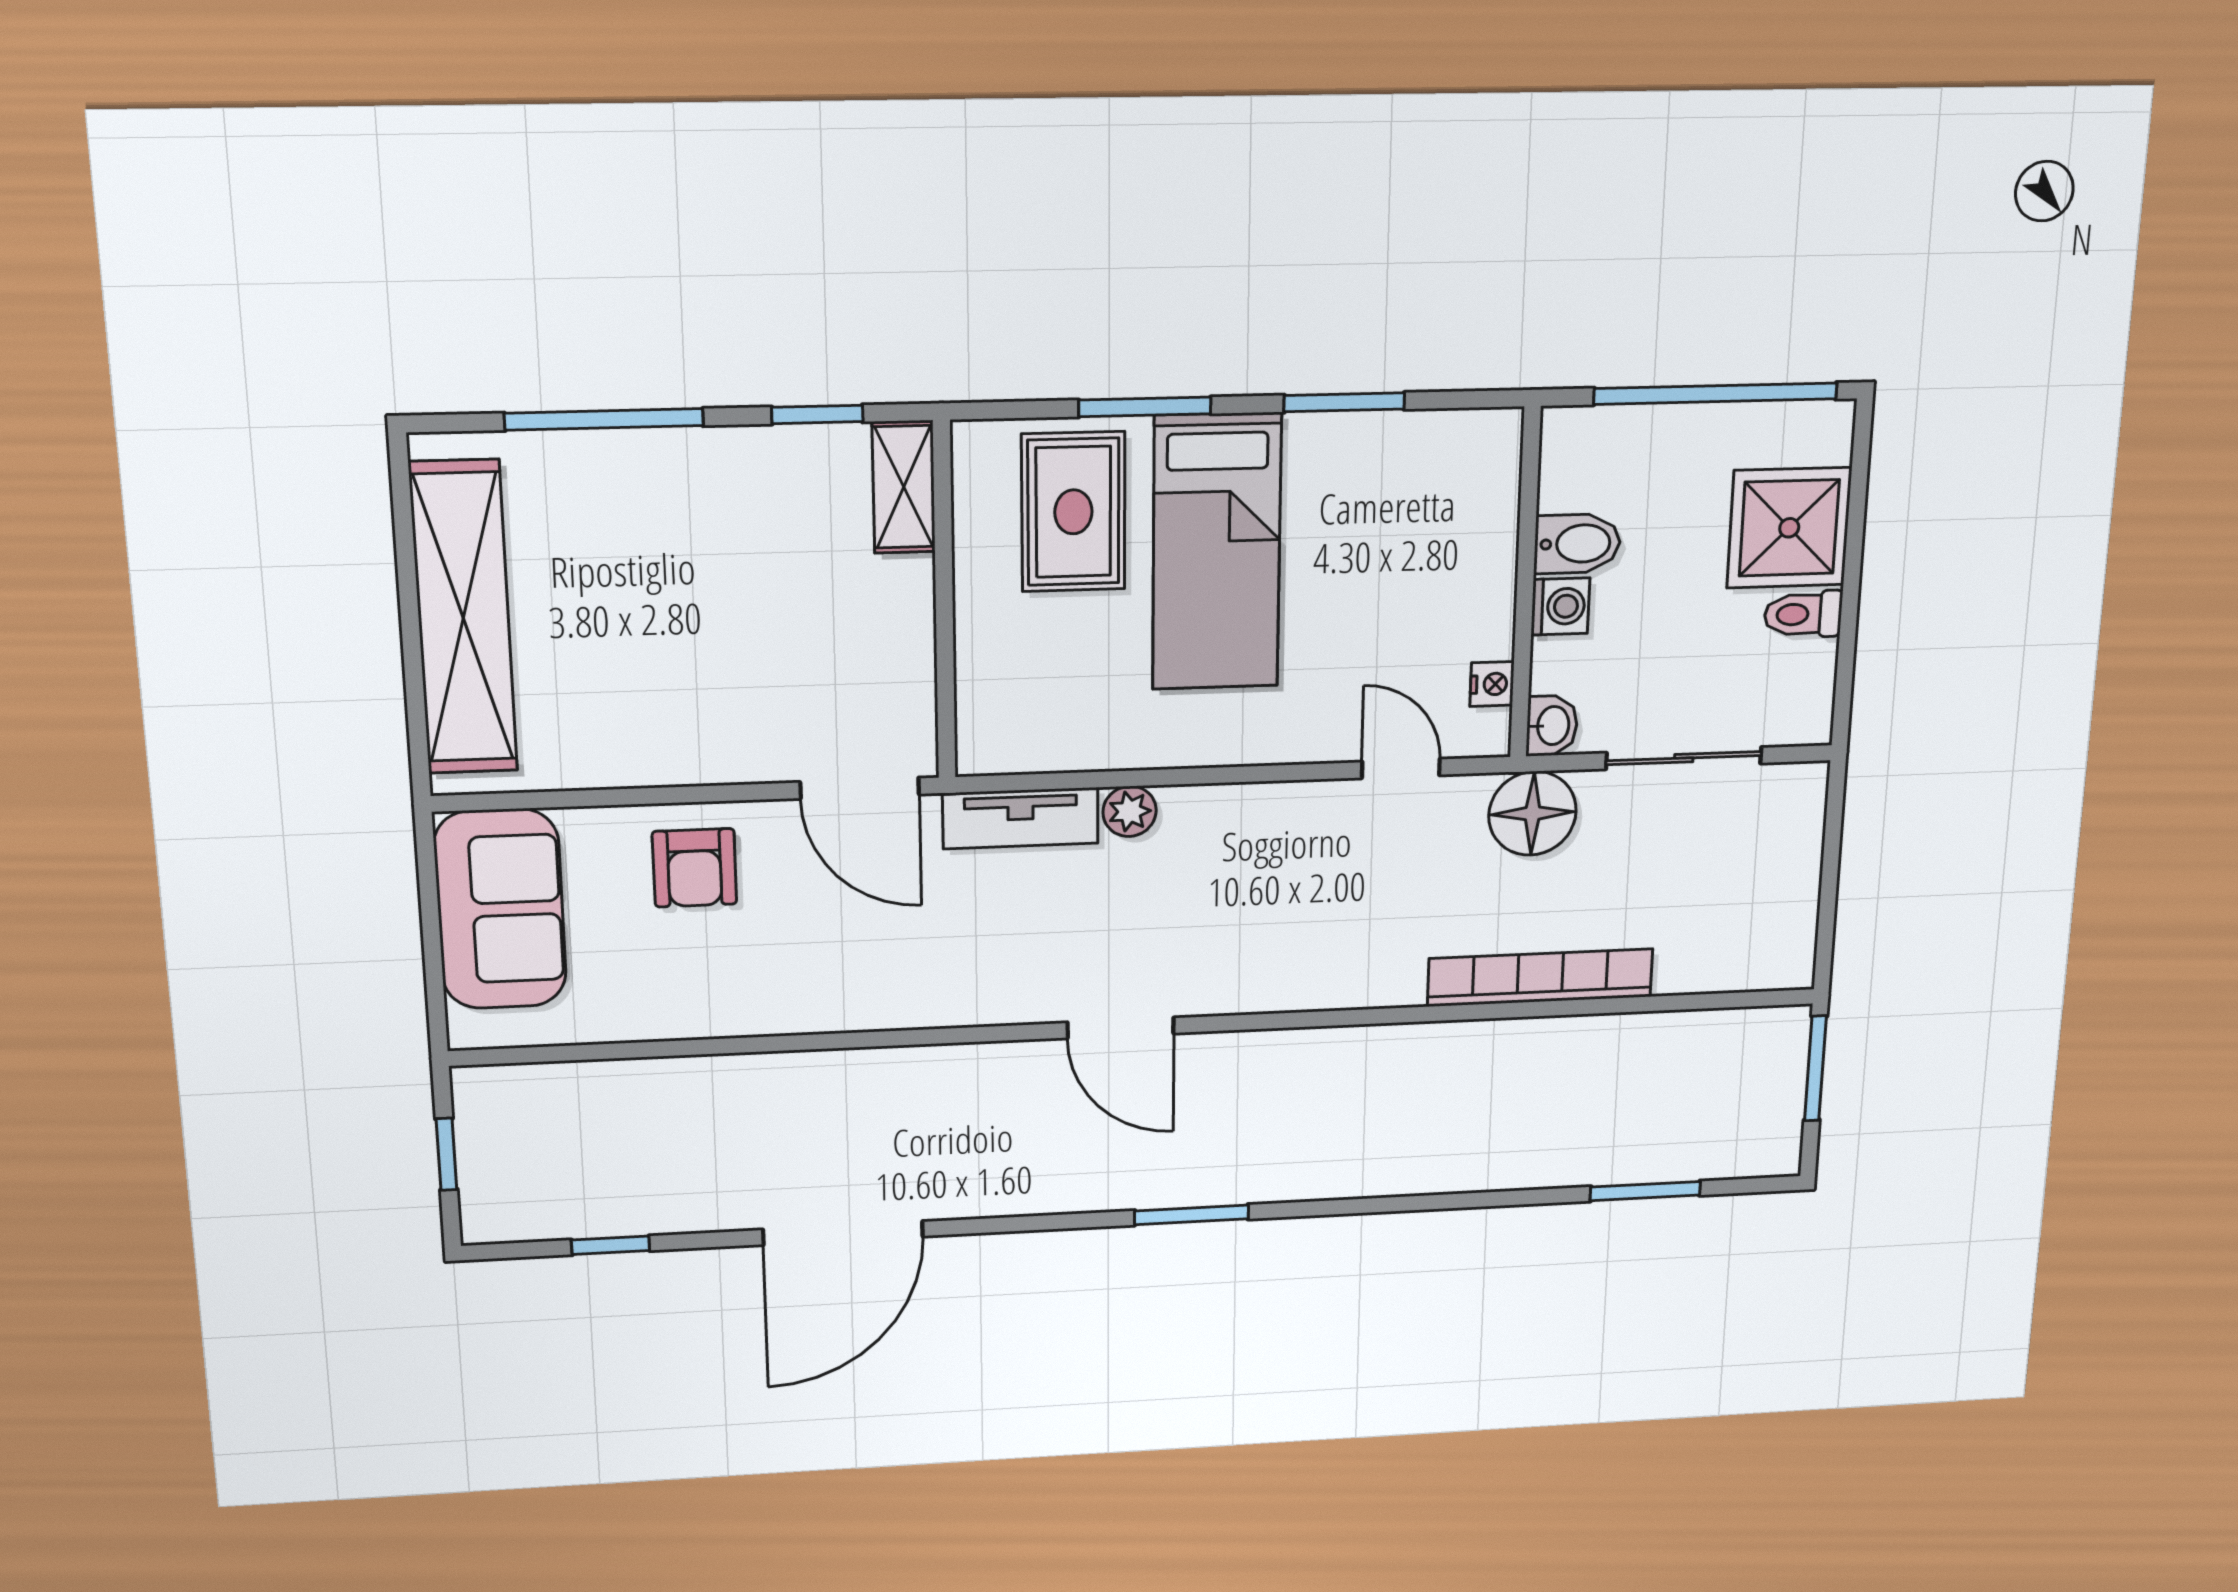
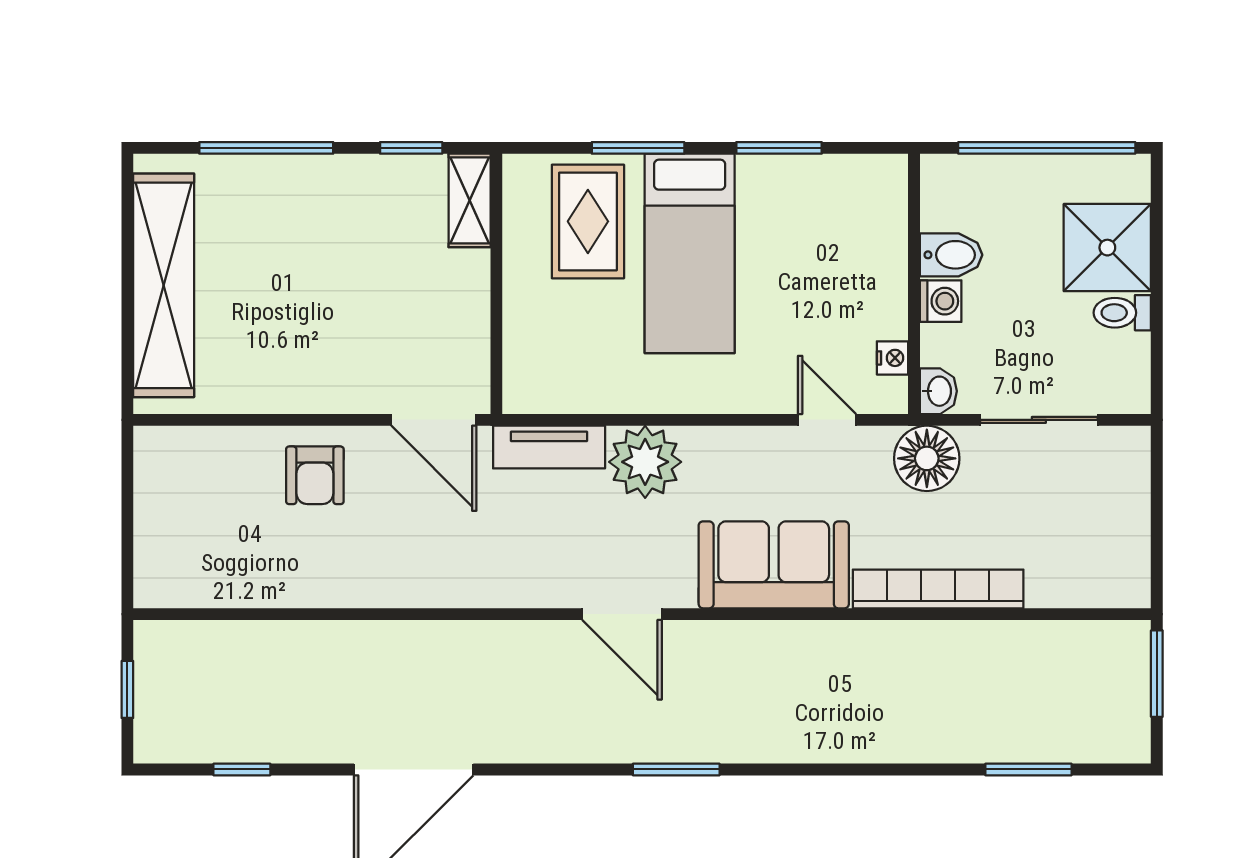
plant: (1130, 811) -> (645, 462), width x1.87, depth x1.87
sofa: (500, 909) -> (774, 565), moved, turned -90

